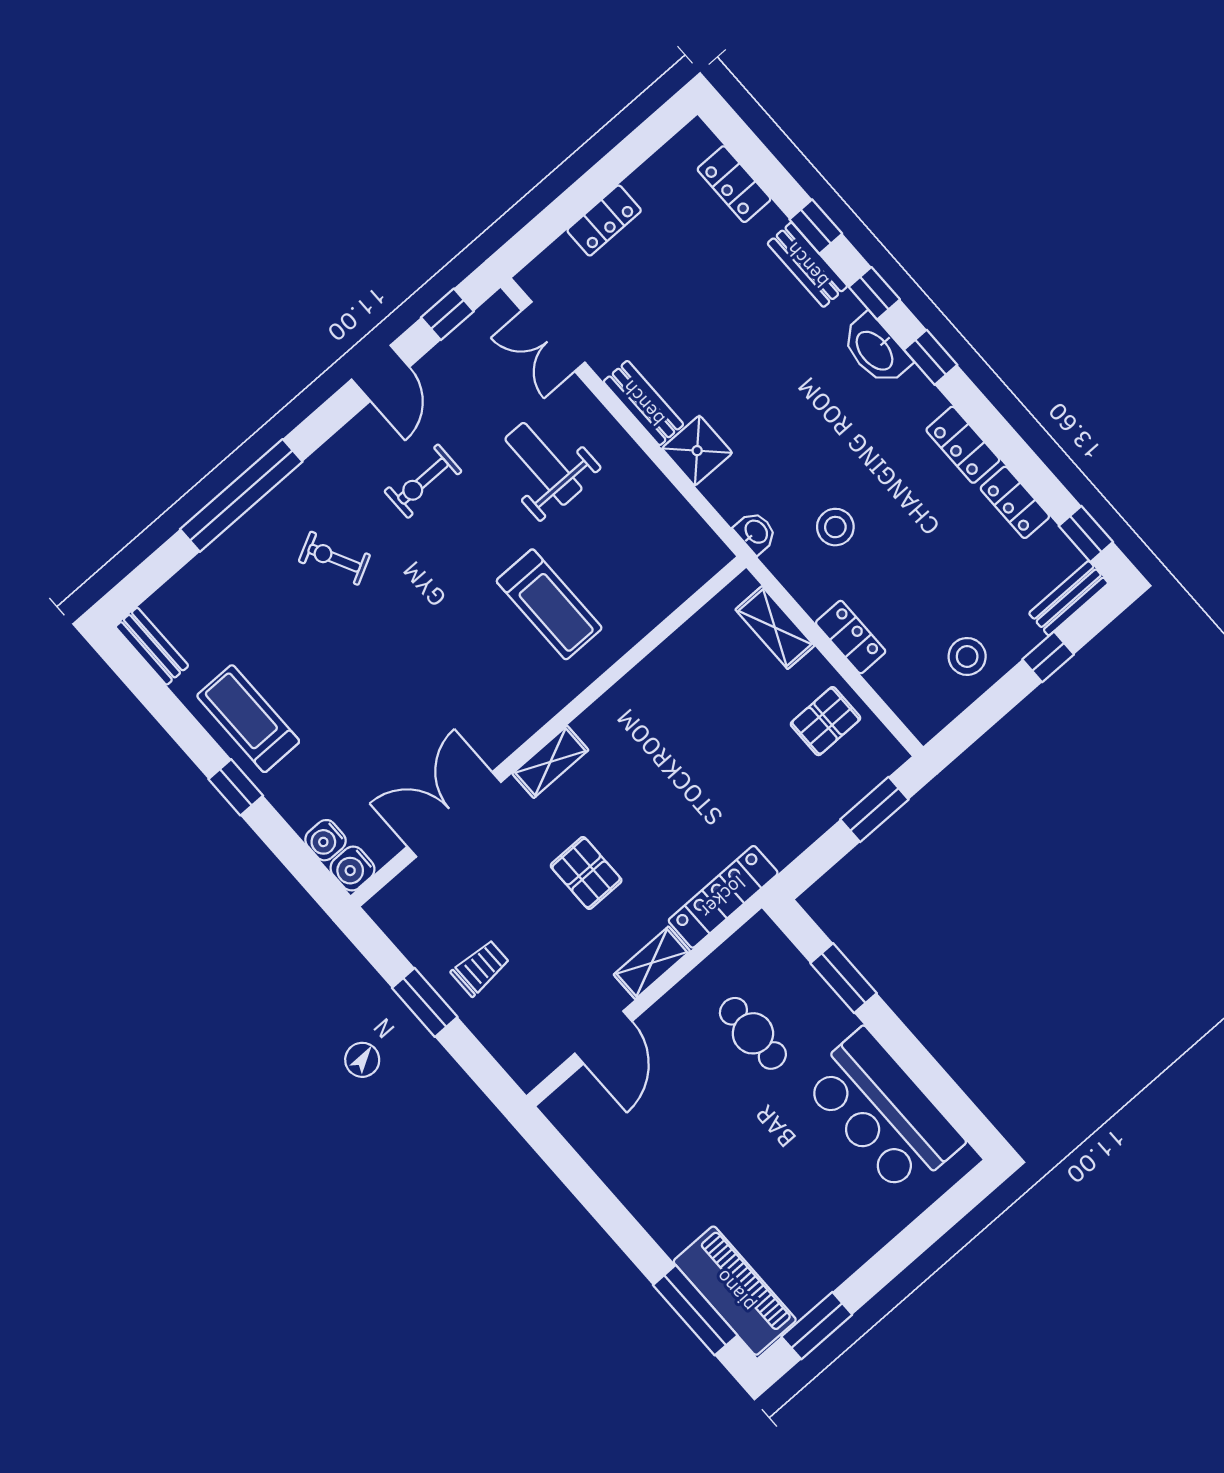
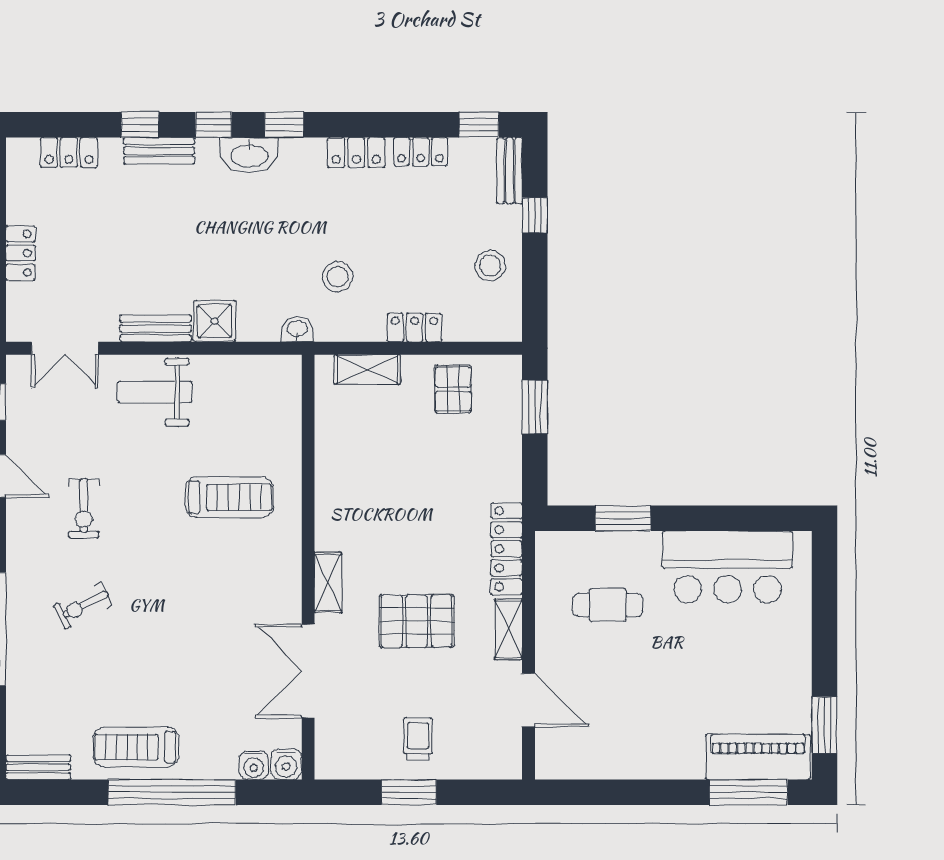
weight bench: (543, 464) -> (155, 392), moved
window: (236, 787) -> (172, 792), width x3.17
pallet: (586, 873) -> (417, 621), width x1.50, depth x1.42

